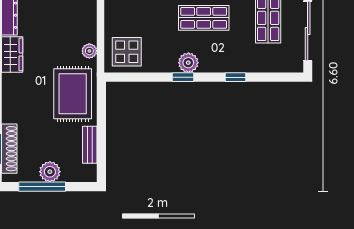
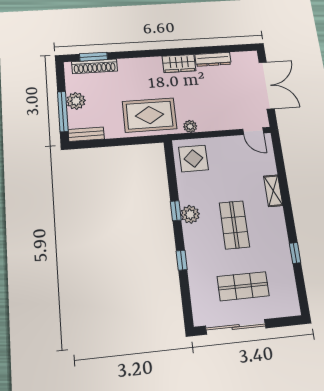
bench: (90, 145) -> (86, 134), moved
window: (42, 187) -> (63, 112), moved

